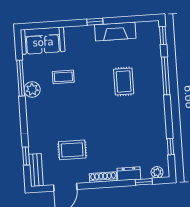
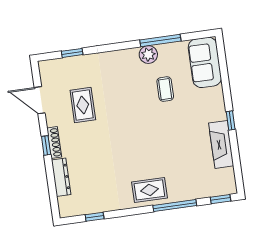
rug: (124, 82) -> (149, 190), moved
bench: (36, 170) -> (57, 65), removed
plant: (157, 172) -> (64, 204), removed
dresser: (129, 174) -> (61, 177), width x1.44
window: (144, 182) -> (46, 145), moved

